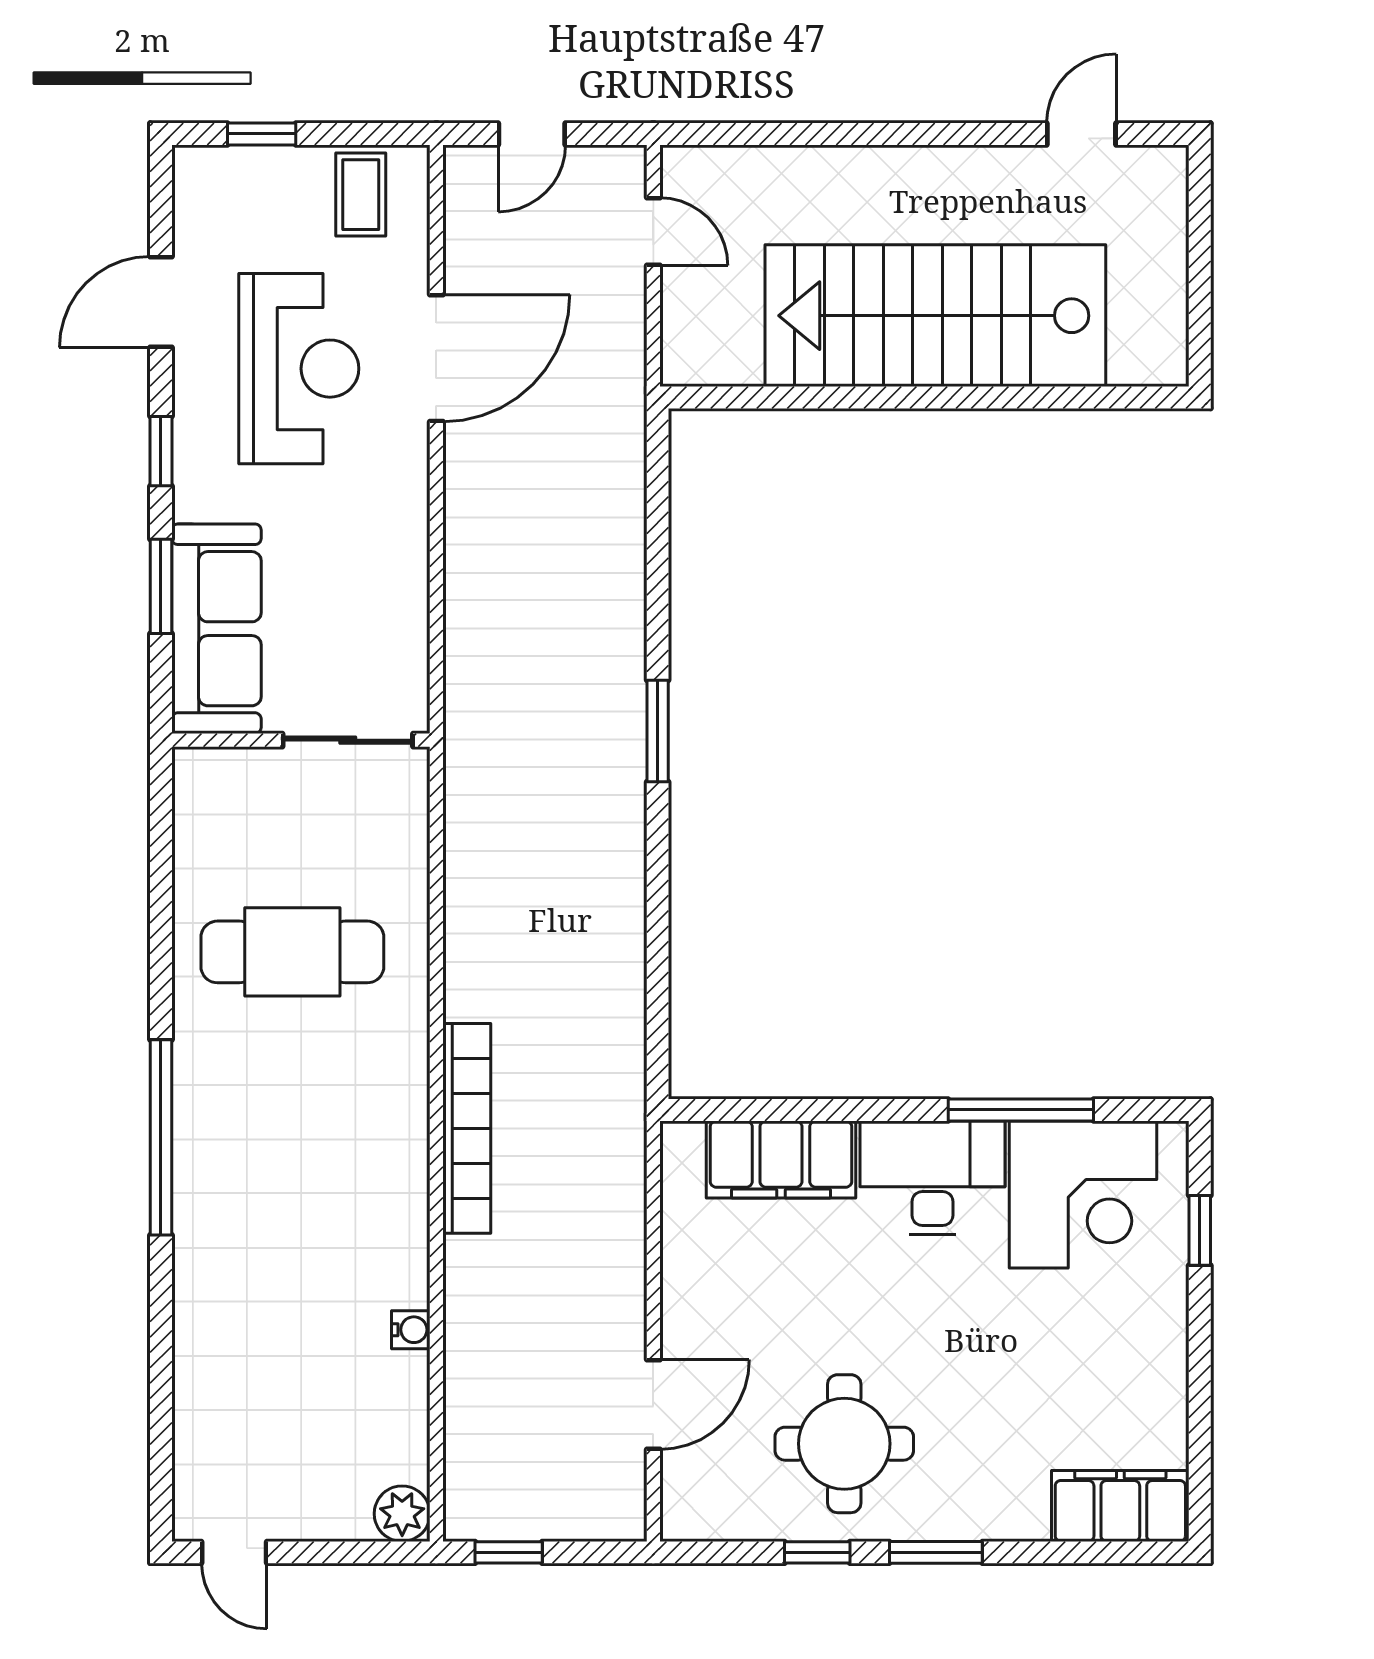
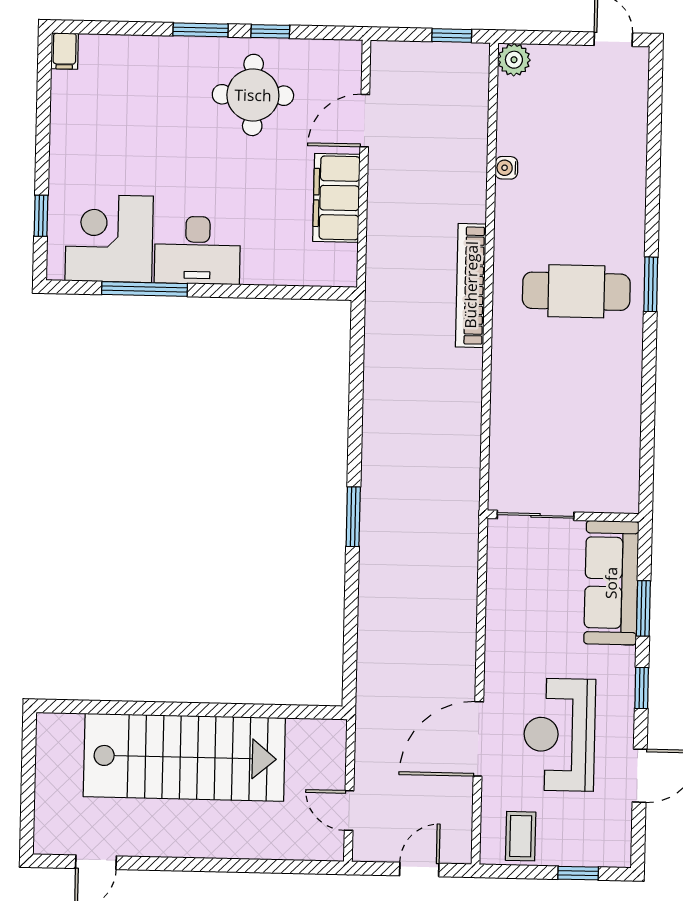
cafe table: (292, 952) -> (576, 291), moved
window: (161, 1137) -> (651, 284), width x0.47
filing cabinet: (781, 1160) -> (336, 198), moved, turned -90
filing cabinet: (1120, 1506) -> (65, 51), width x0.33, depth x0.86

